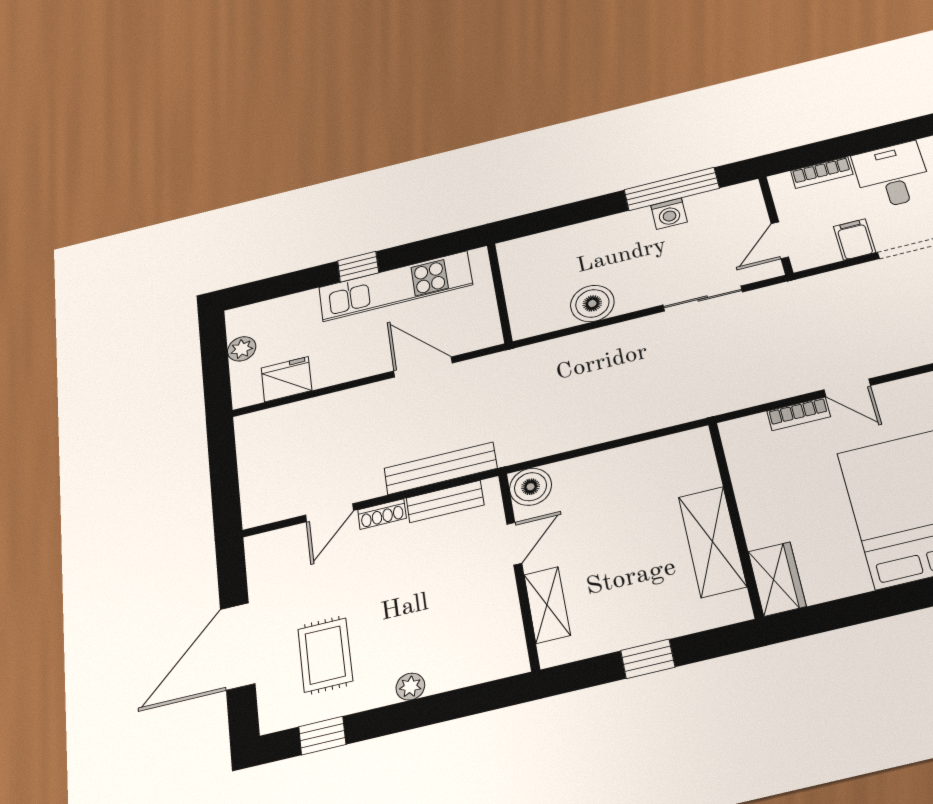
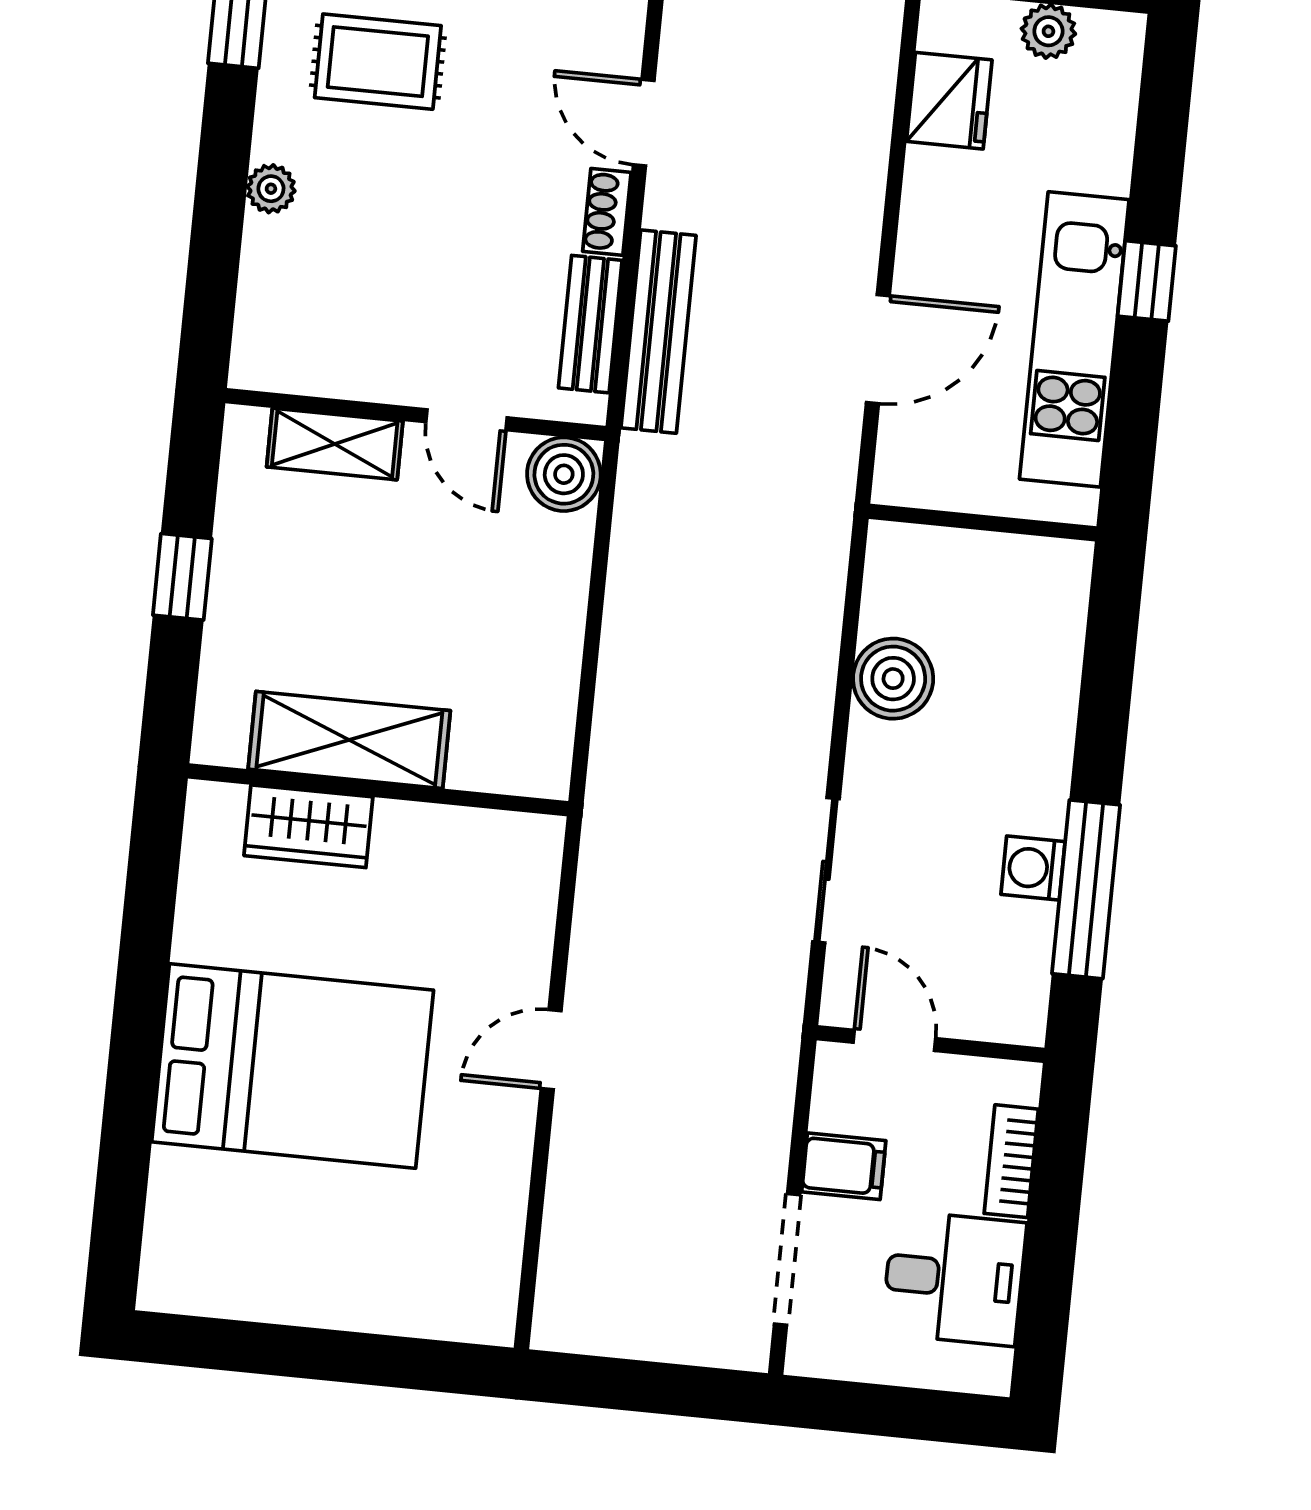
bookcase: (799, 414) -> (532, 954), removed
wardrobe: (777, 579) -> (308, 826), moved

